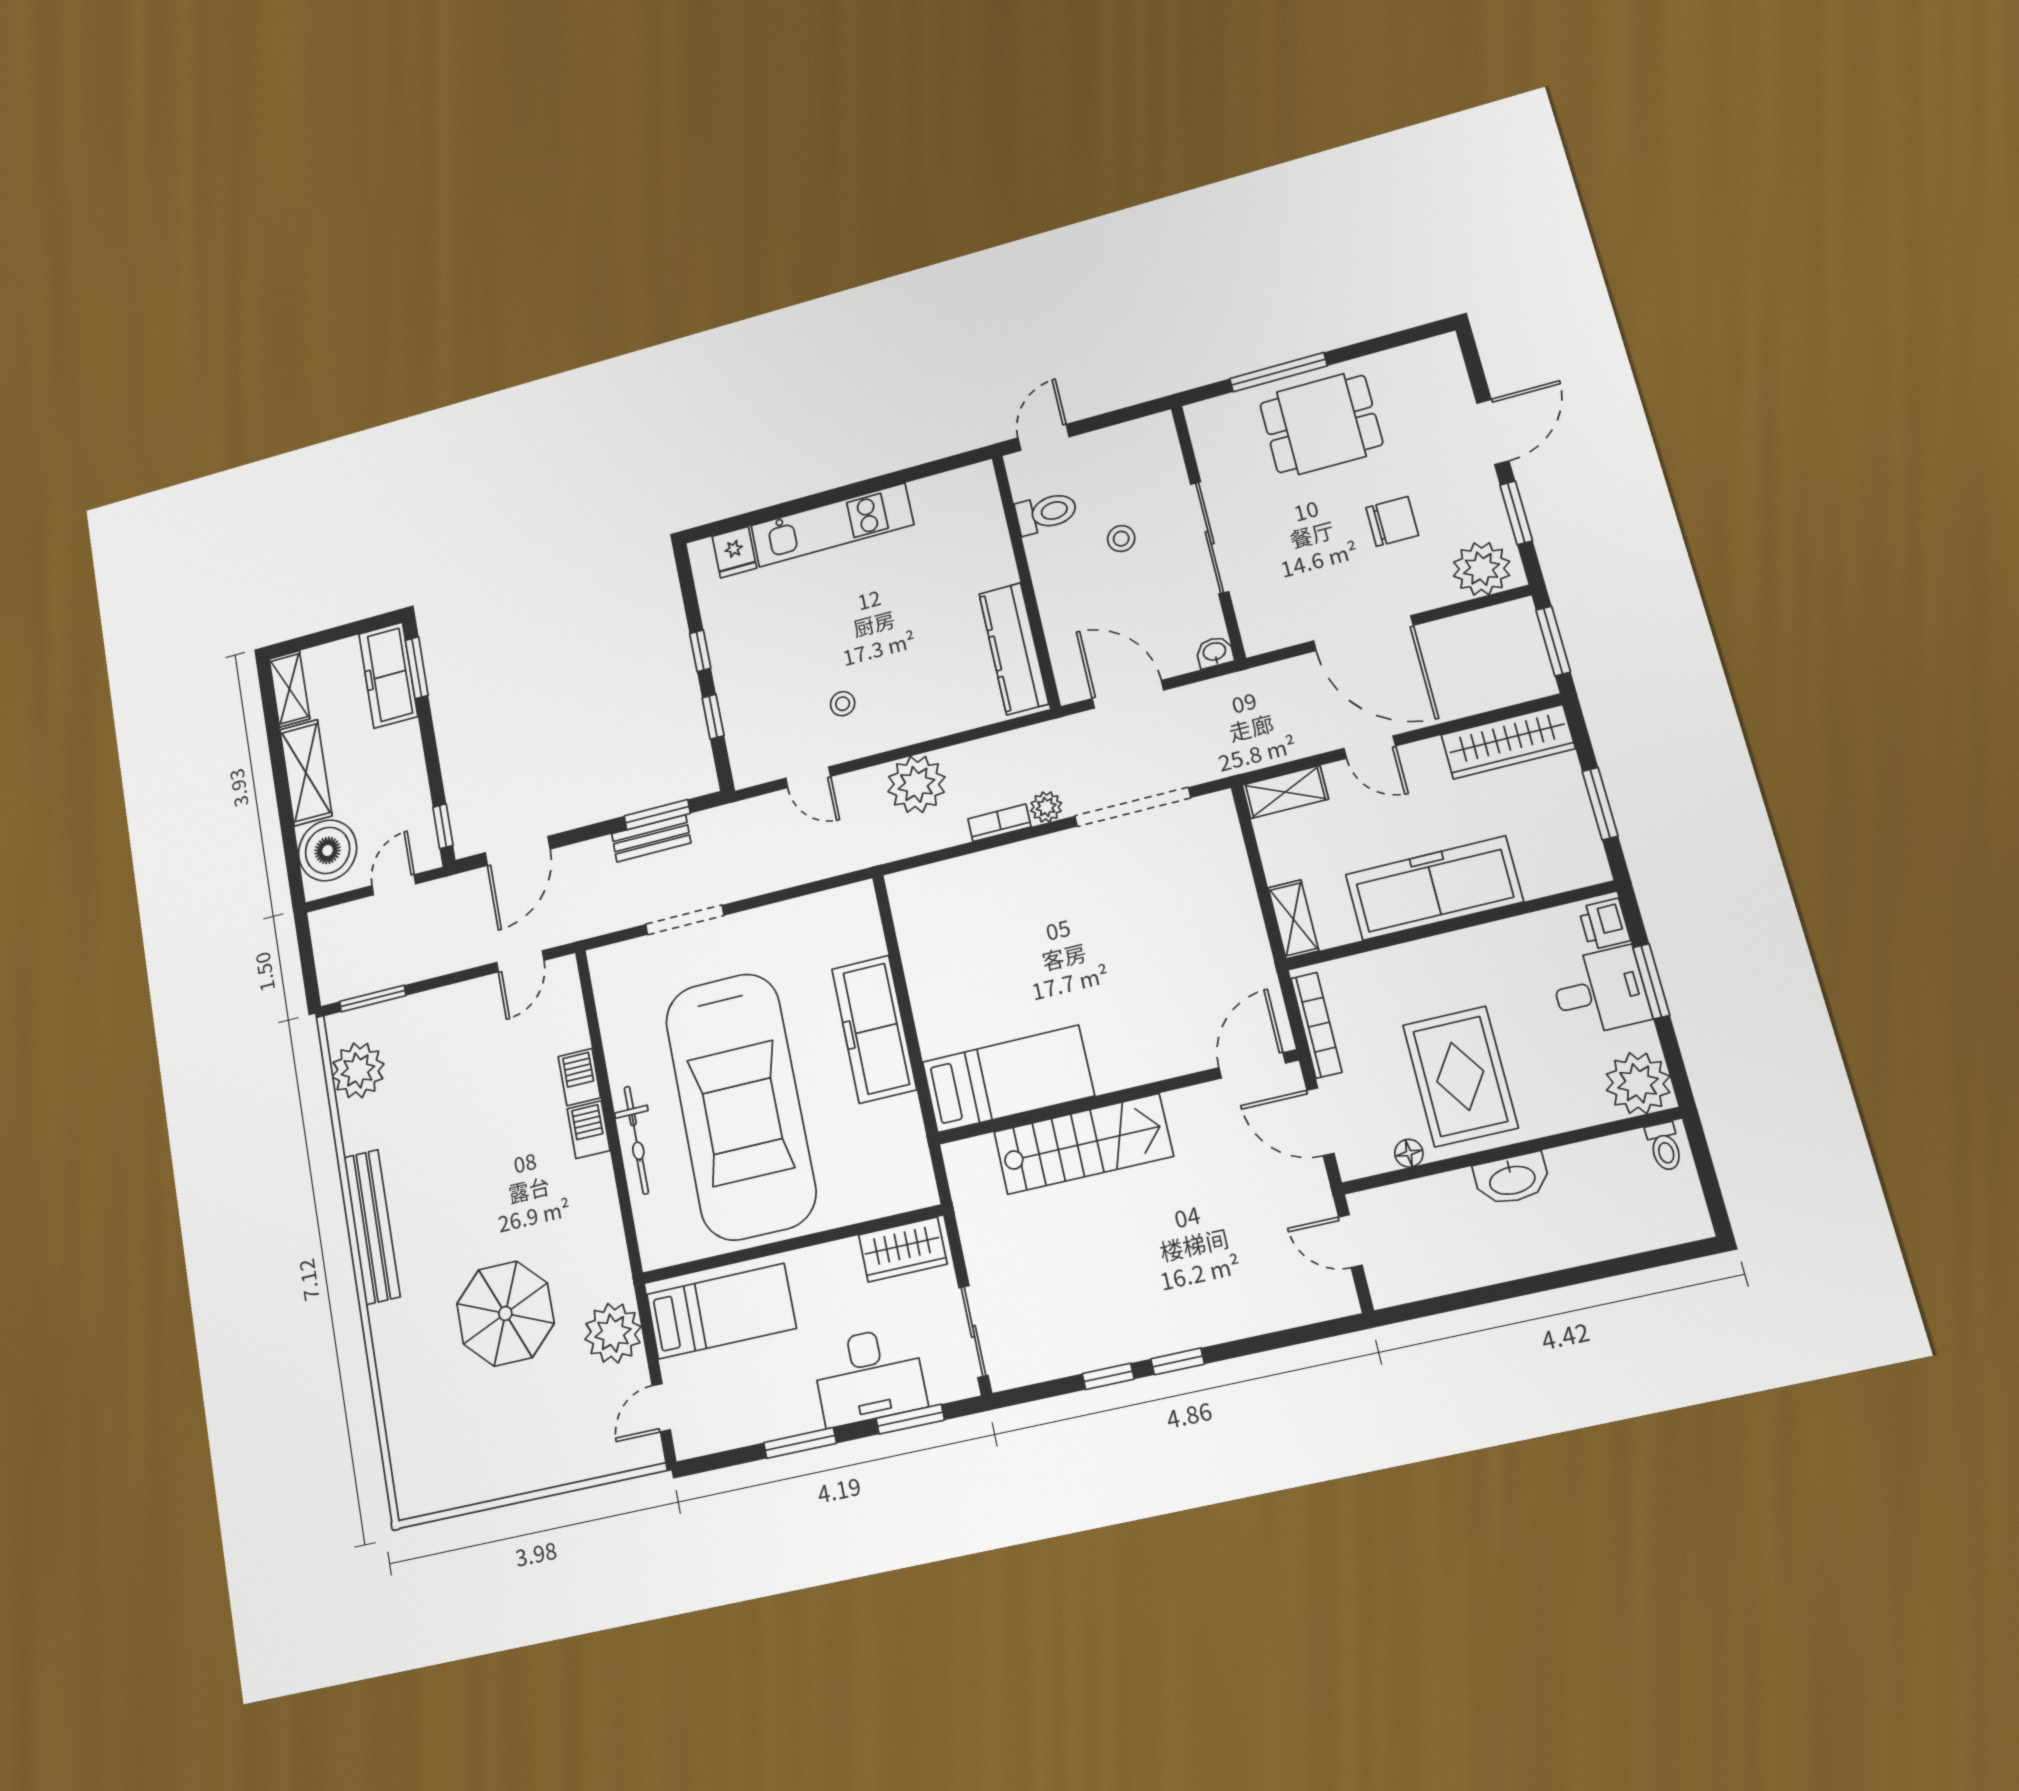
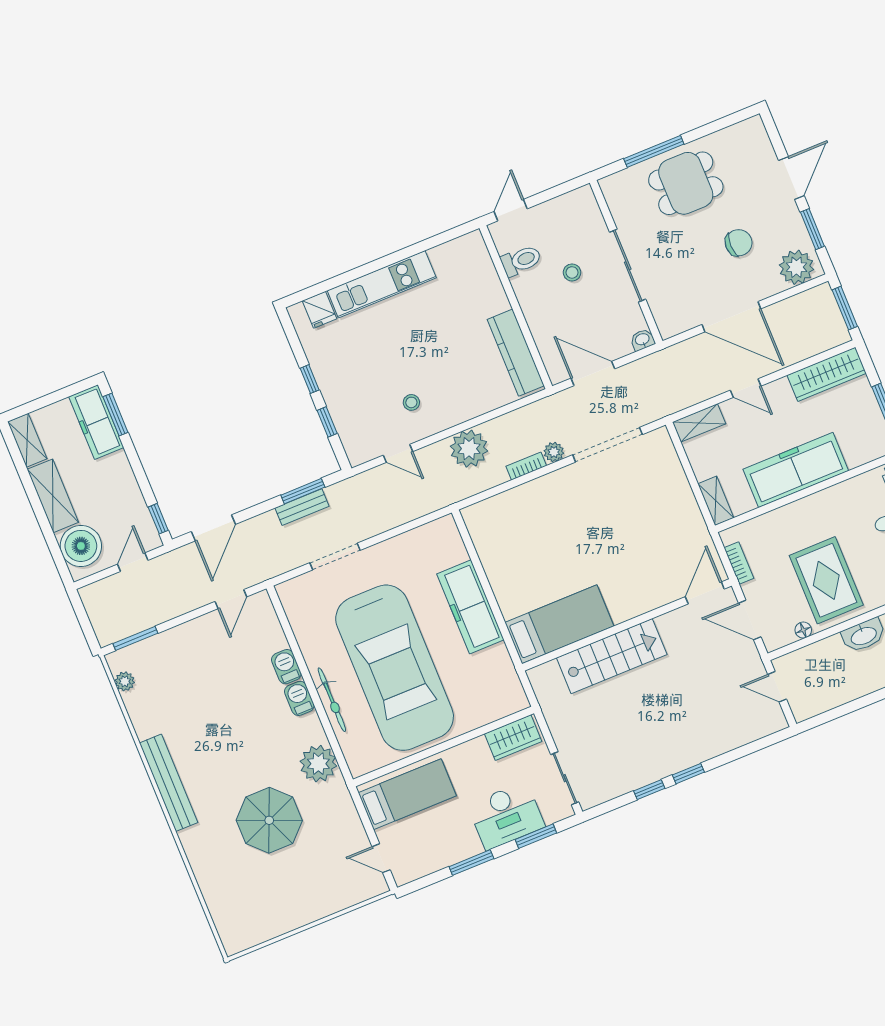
bookcase: (1316, 1025) -> (739, 563), width x0.64
plant: (358, 1070) -> (125, 681), width x0.53, depth x0.53
plant: (613, 1333) -> (318, 764), moved
door: (661, 1408) -> (381, 858), hinge flipped

